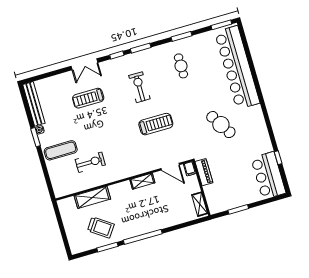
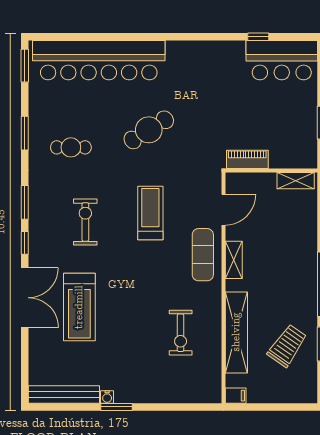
double door: (84, 64) -> (25, 298), width x1.37
exercise bike: (139, 87) -> (85, 222), turned 90
treadmill: (88, 98) -> (79, 307), width x1.37, depth x1.38
cafe table: (221, 125) -> (149, 130), moved
exercise mat: (61, 150) -> (203, 255), moved
exercise bike: (90, 162) -> (181, 333), turned 180
filing cabinet: (190, 169) -> (236, 396), moved
shelving: (92, 197) -> (236, 332), width x1.47

